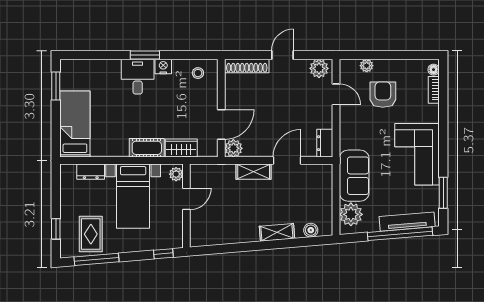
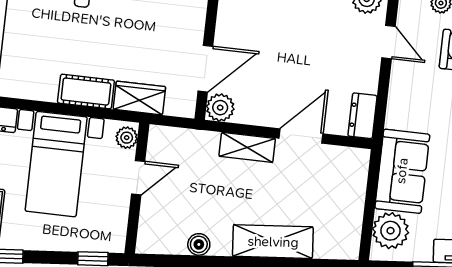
boiler: (311, 230) -> (199, 244), moved
shelving: (277, 232) -> (273, 242), width x1.50, depth x1.33

